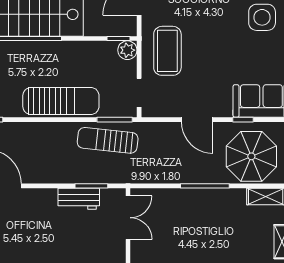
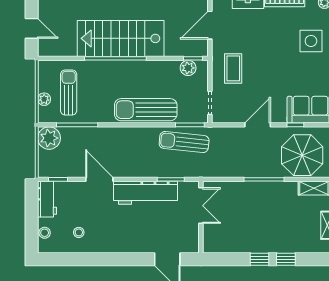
plant: (127, 50) -> (188, 68), moved
coffee table: (167, 51) -> (233, 68), width x0.73, depth x0.76
sun lounger: (61, 101) -> (146, 110), turned 180
door: (197, 120) -> (258, 125), swing flipped
workbench: (79, 199) -> (145, 193), width x1.88, depth x1.32

